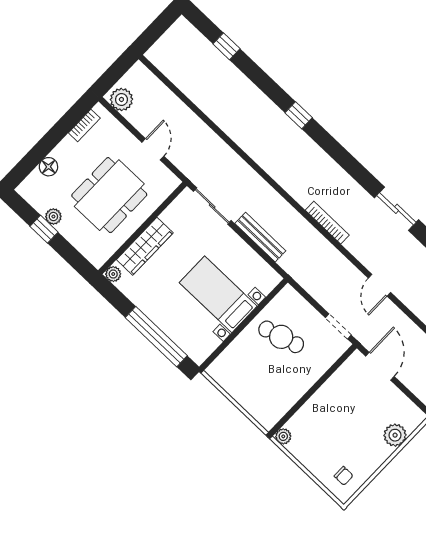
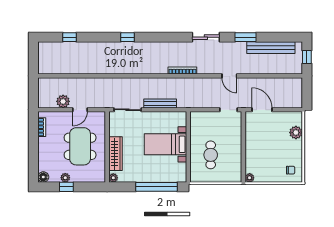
plant: (121, 99) -> (63, 101), moved
door: (153, 149) -> (80, 110), swing flipped
floor lamp: (48, 167) -> (43, 177), moved
cafe table: (281, 337) -> (211, 155), moved, turned -74

